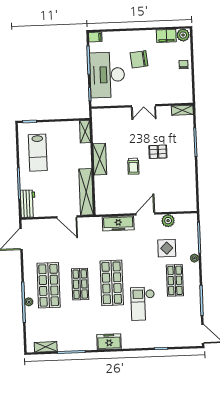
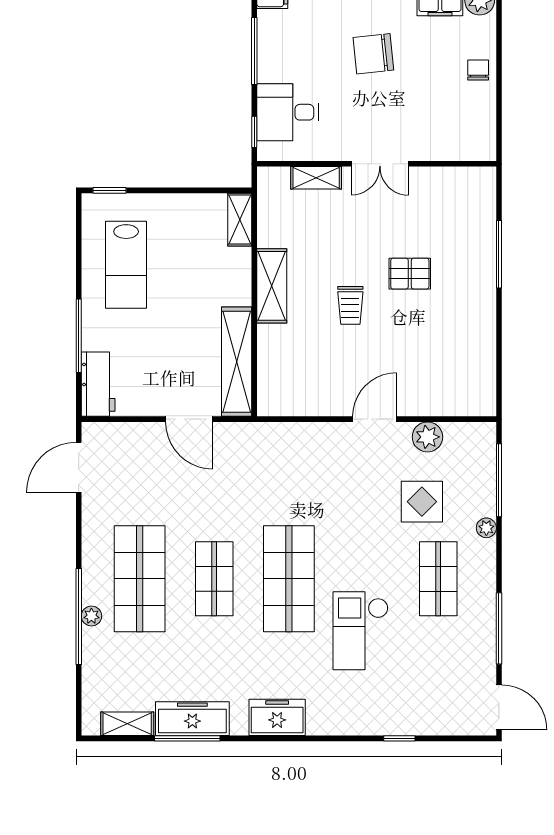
desk: (107, 75) -> (288, 112), width x0.53, depth x0.77
shelving: (182, 110) -> (316, 178), moved
freezer: (118, 223) -> (192, 719), moved, turned 180

